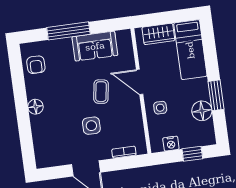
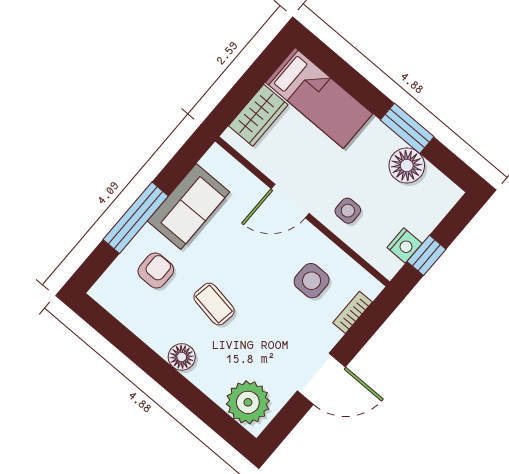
armchair: (36, 65) -> (156, 271), moved, turned -90
coffee table: (101, 92) -> (214, 304), moved
side table: (91, 126) -> (312, 281), moved
plant: (46, 151) -> (248, 402), added
window: (192, 154) -> (426, 255), moved

